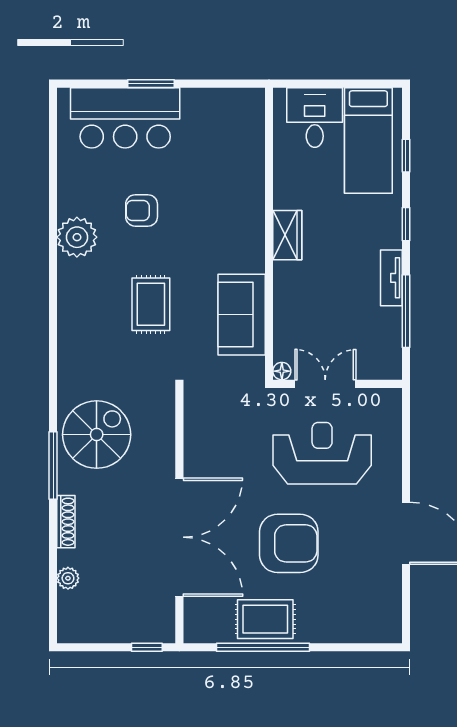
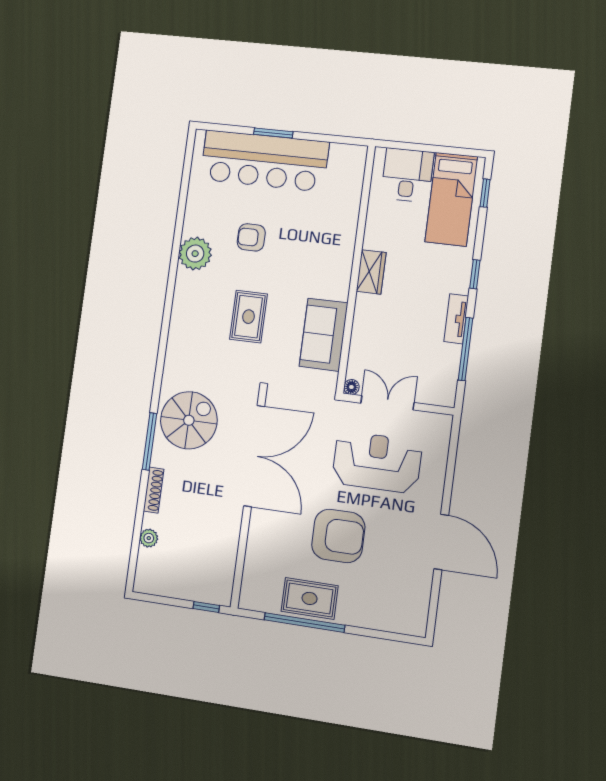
bar counter: (125, 118) -> (264, 161), width x1.36
window: (406, 156) -> (485, 193), moved
double door: (179, 537) -> (254, 456), moved

